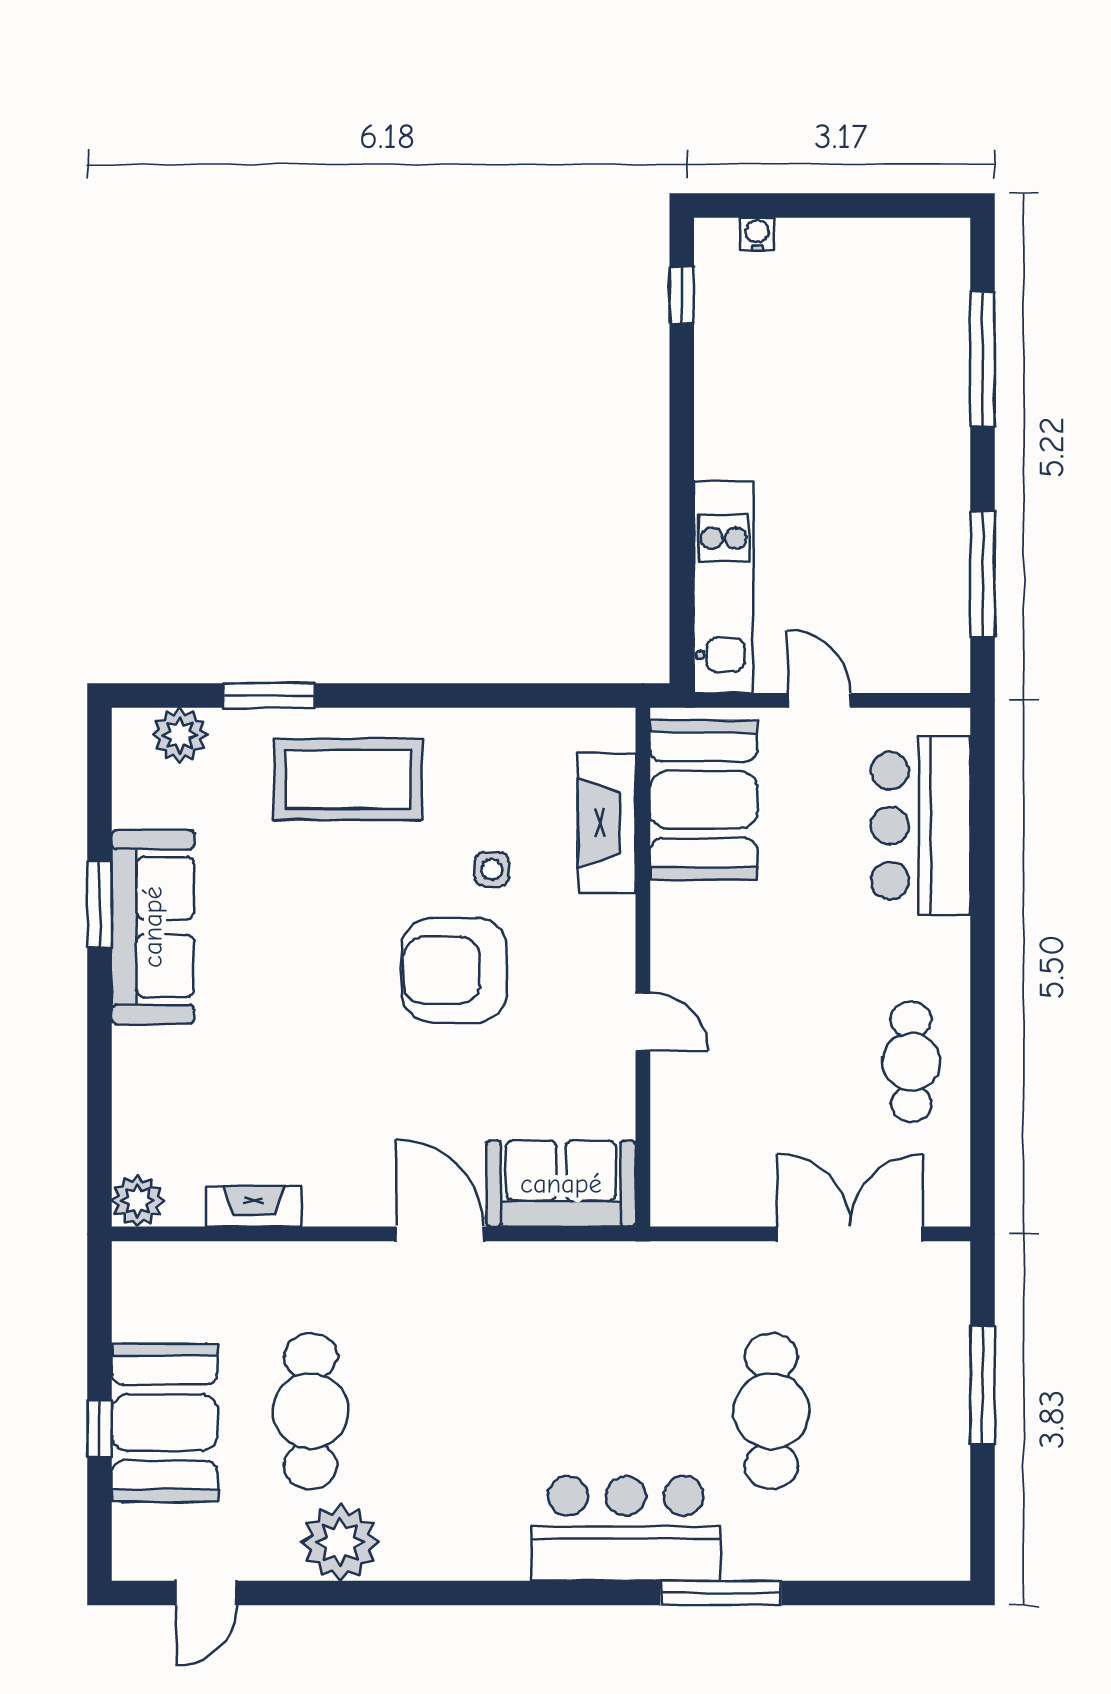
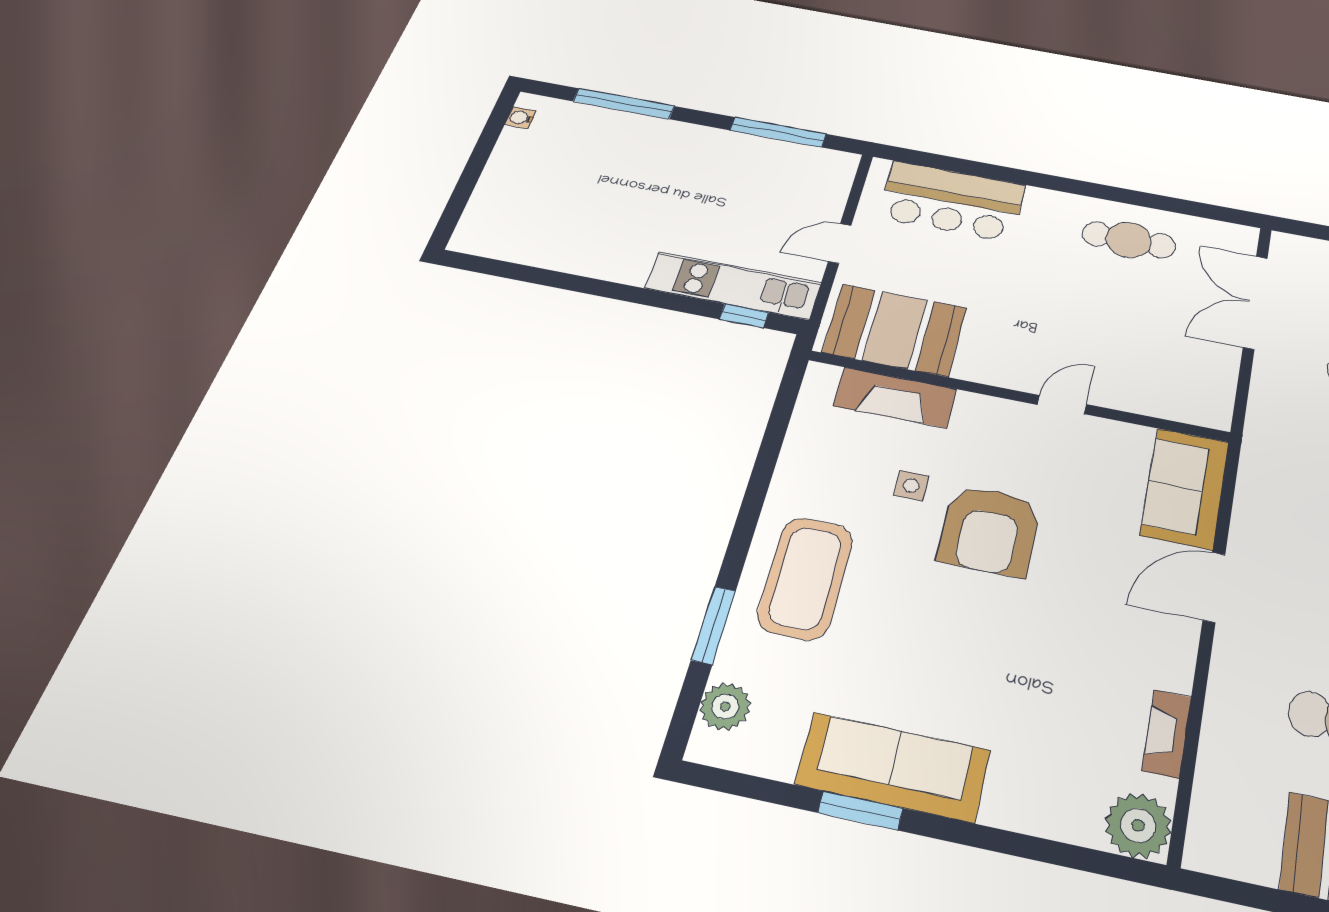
water cooler: (757, 234) -> (521, 118), moved
window: (682, 295) -> (744, 316), moved
plant: (137, 1201) -> (1138, 825), width x1.36, depth x1.36

